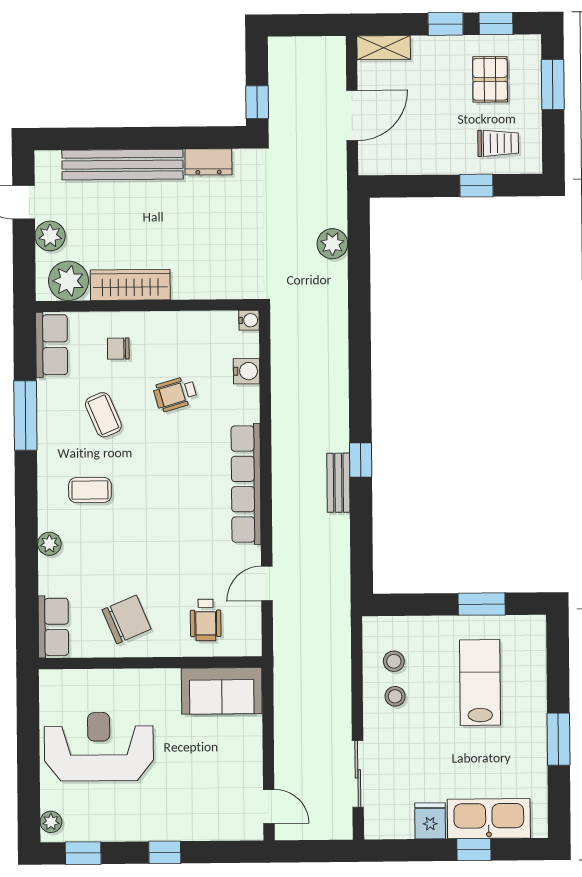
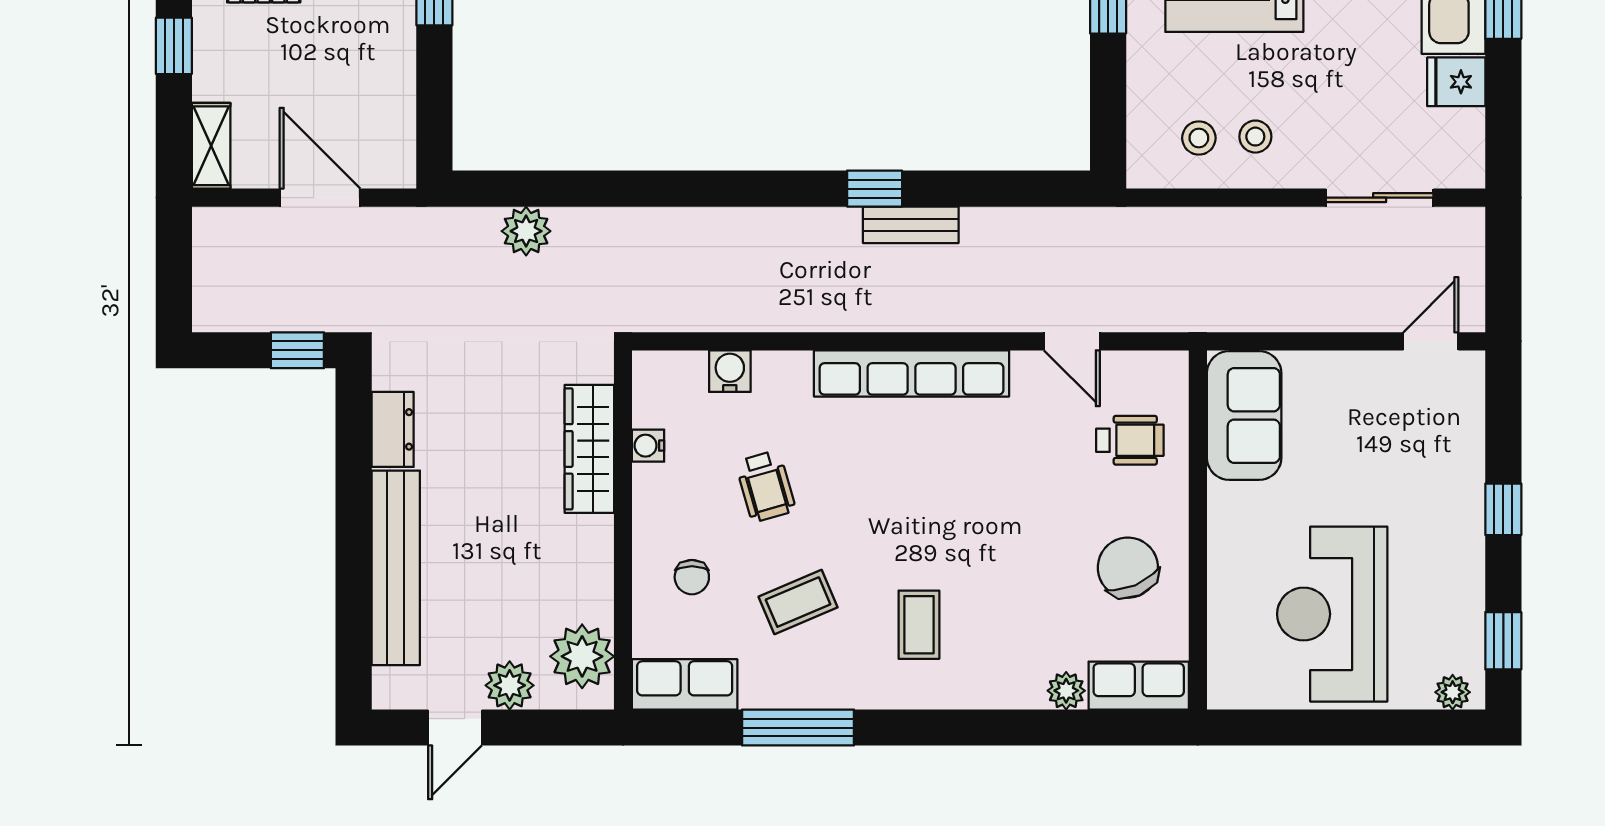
wardrobe: (130, 285) -> (589, 449), moved
water cooler: (249, 320) -> (648, 446), moved, turned -90
plant: (49, 544) -> (1066, 691), moved

